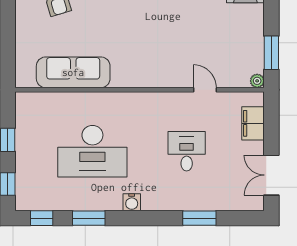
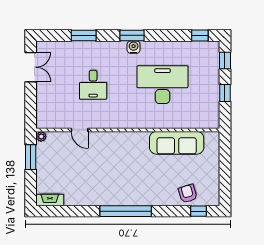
filing cabinet: (253, 123) -> (44, 105), removed
window: (89, 218) -> (132, 35), moved

